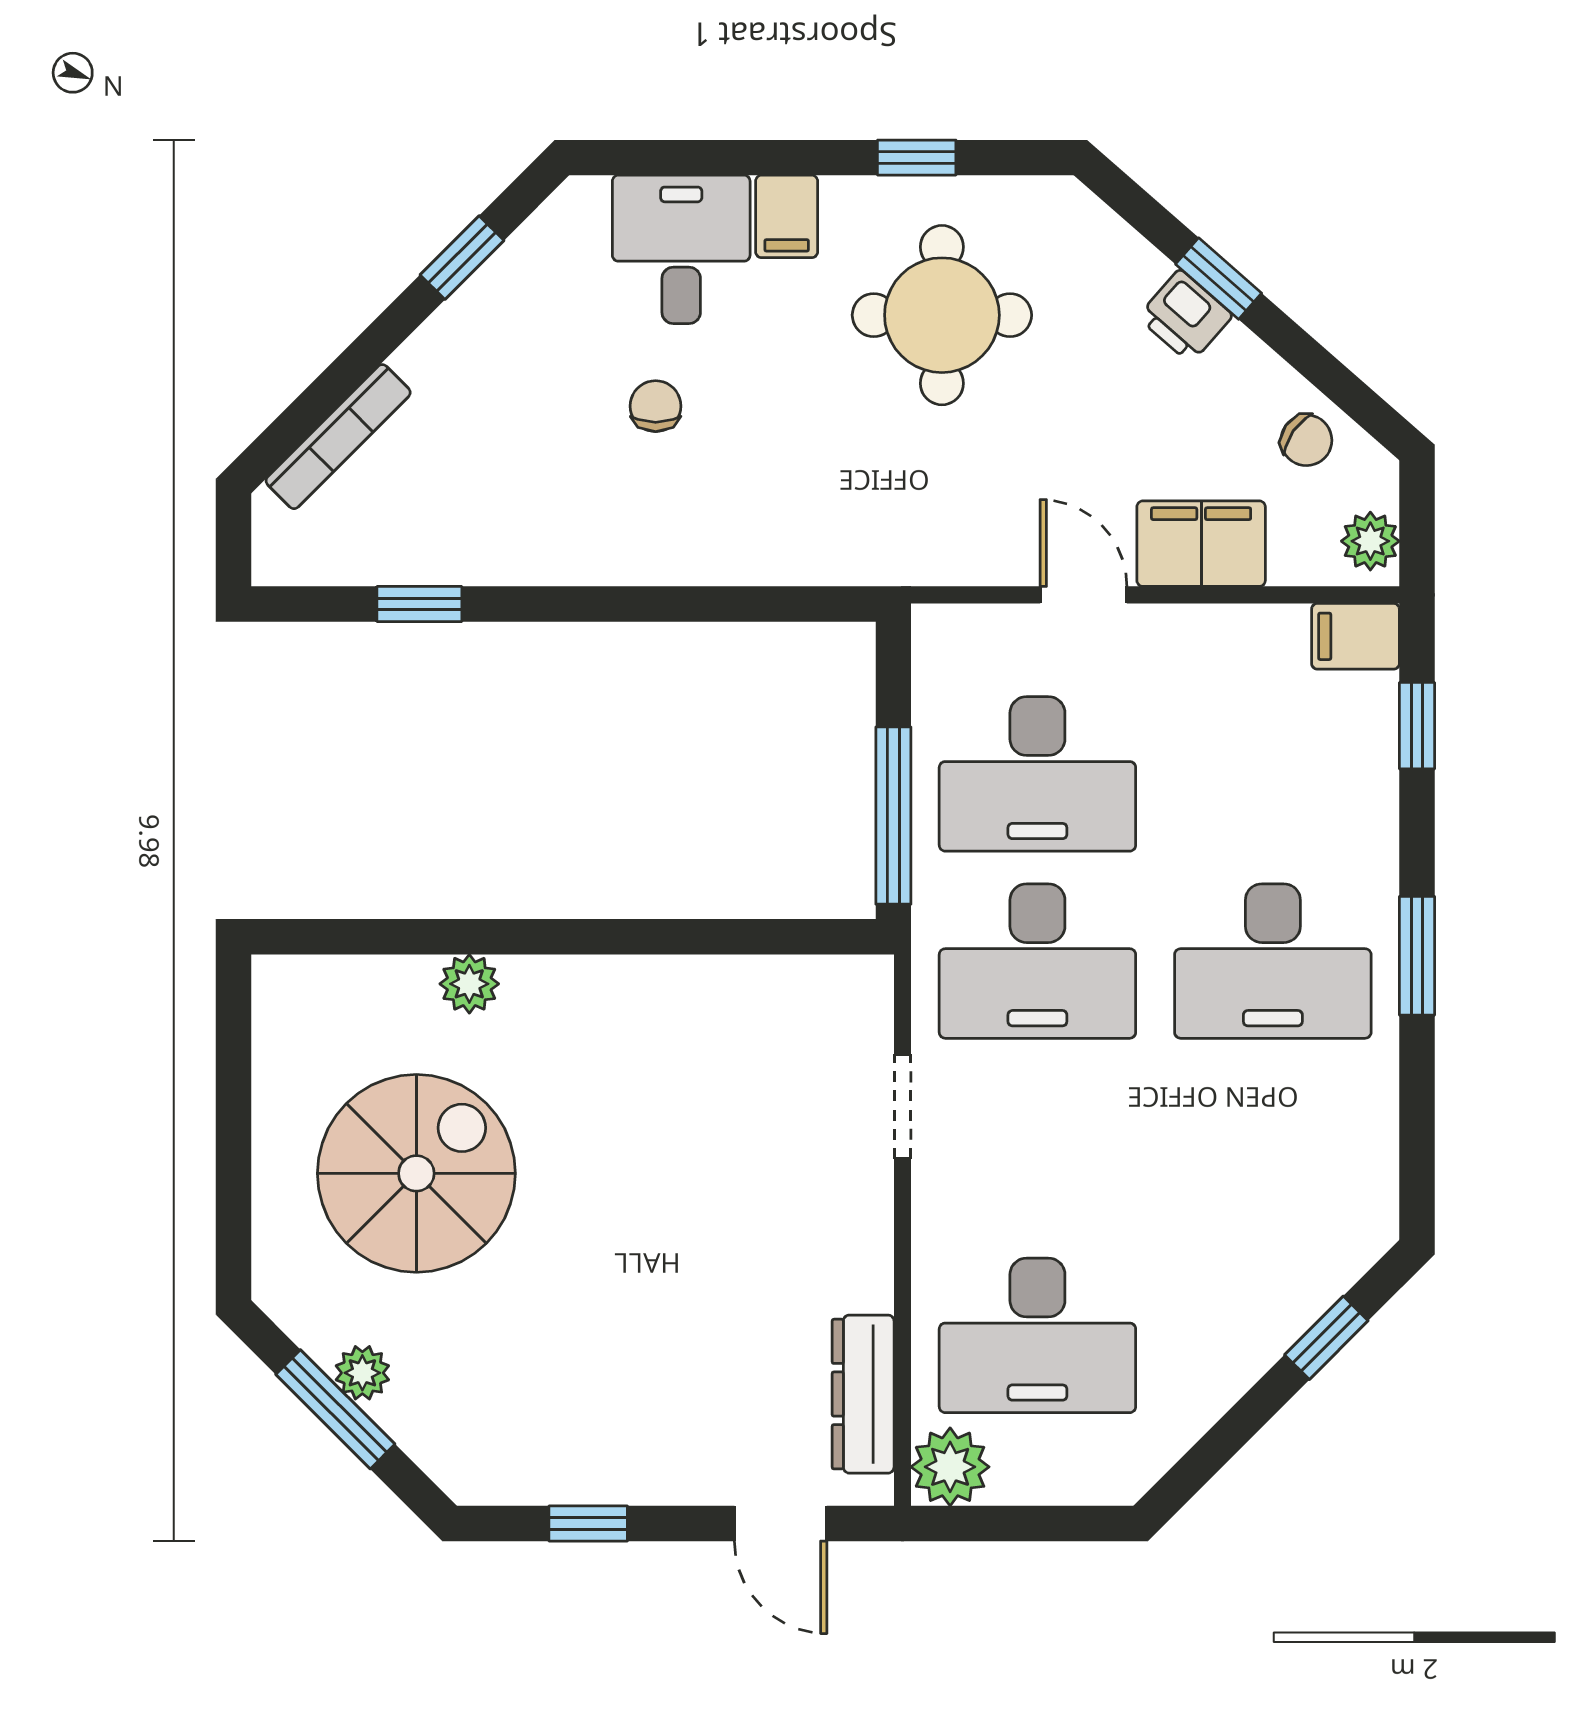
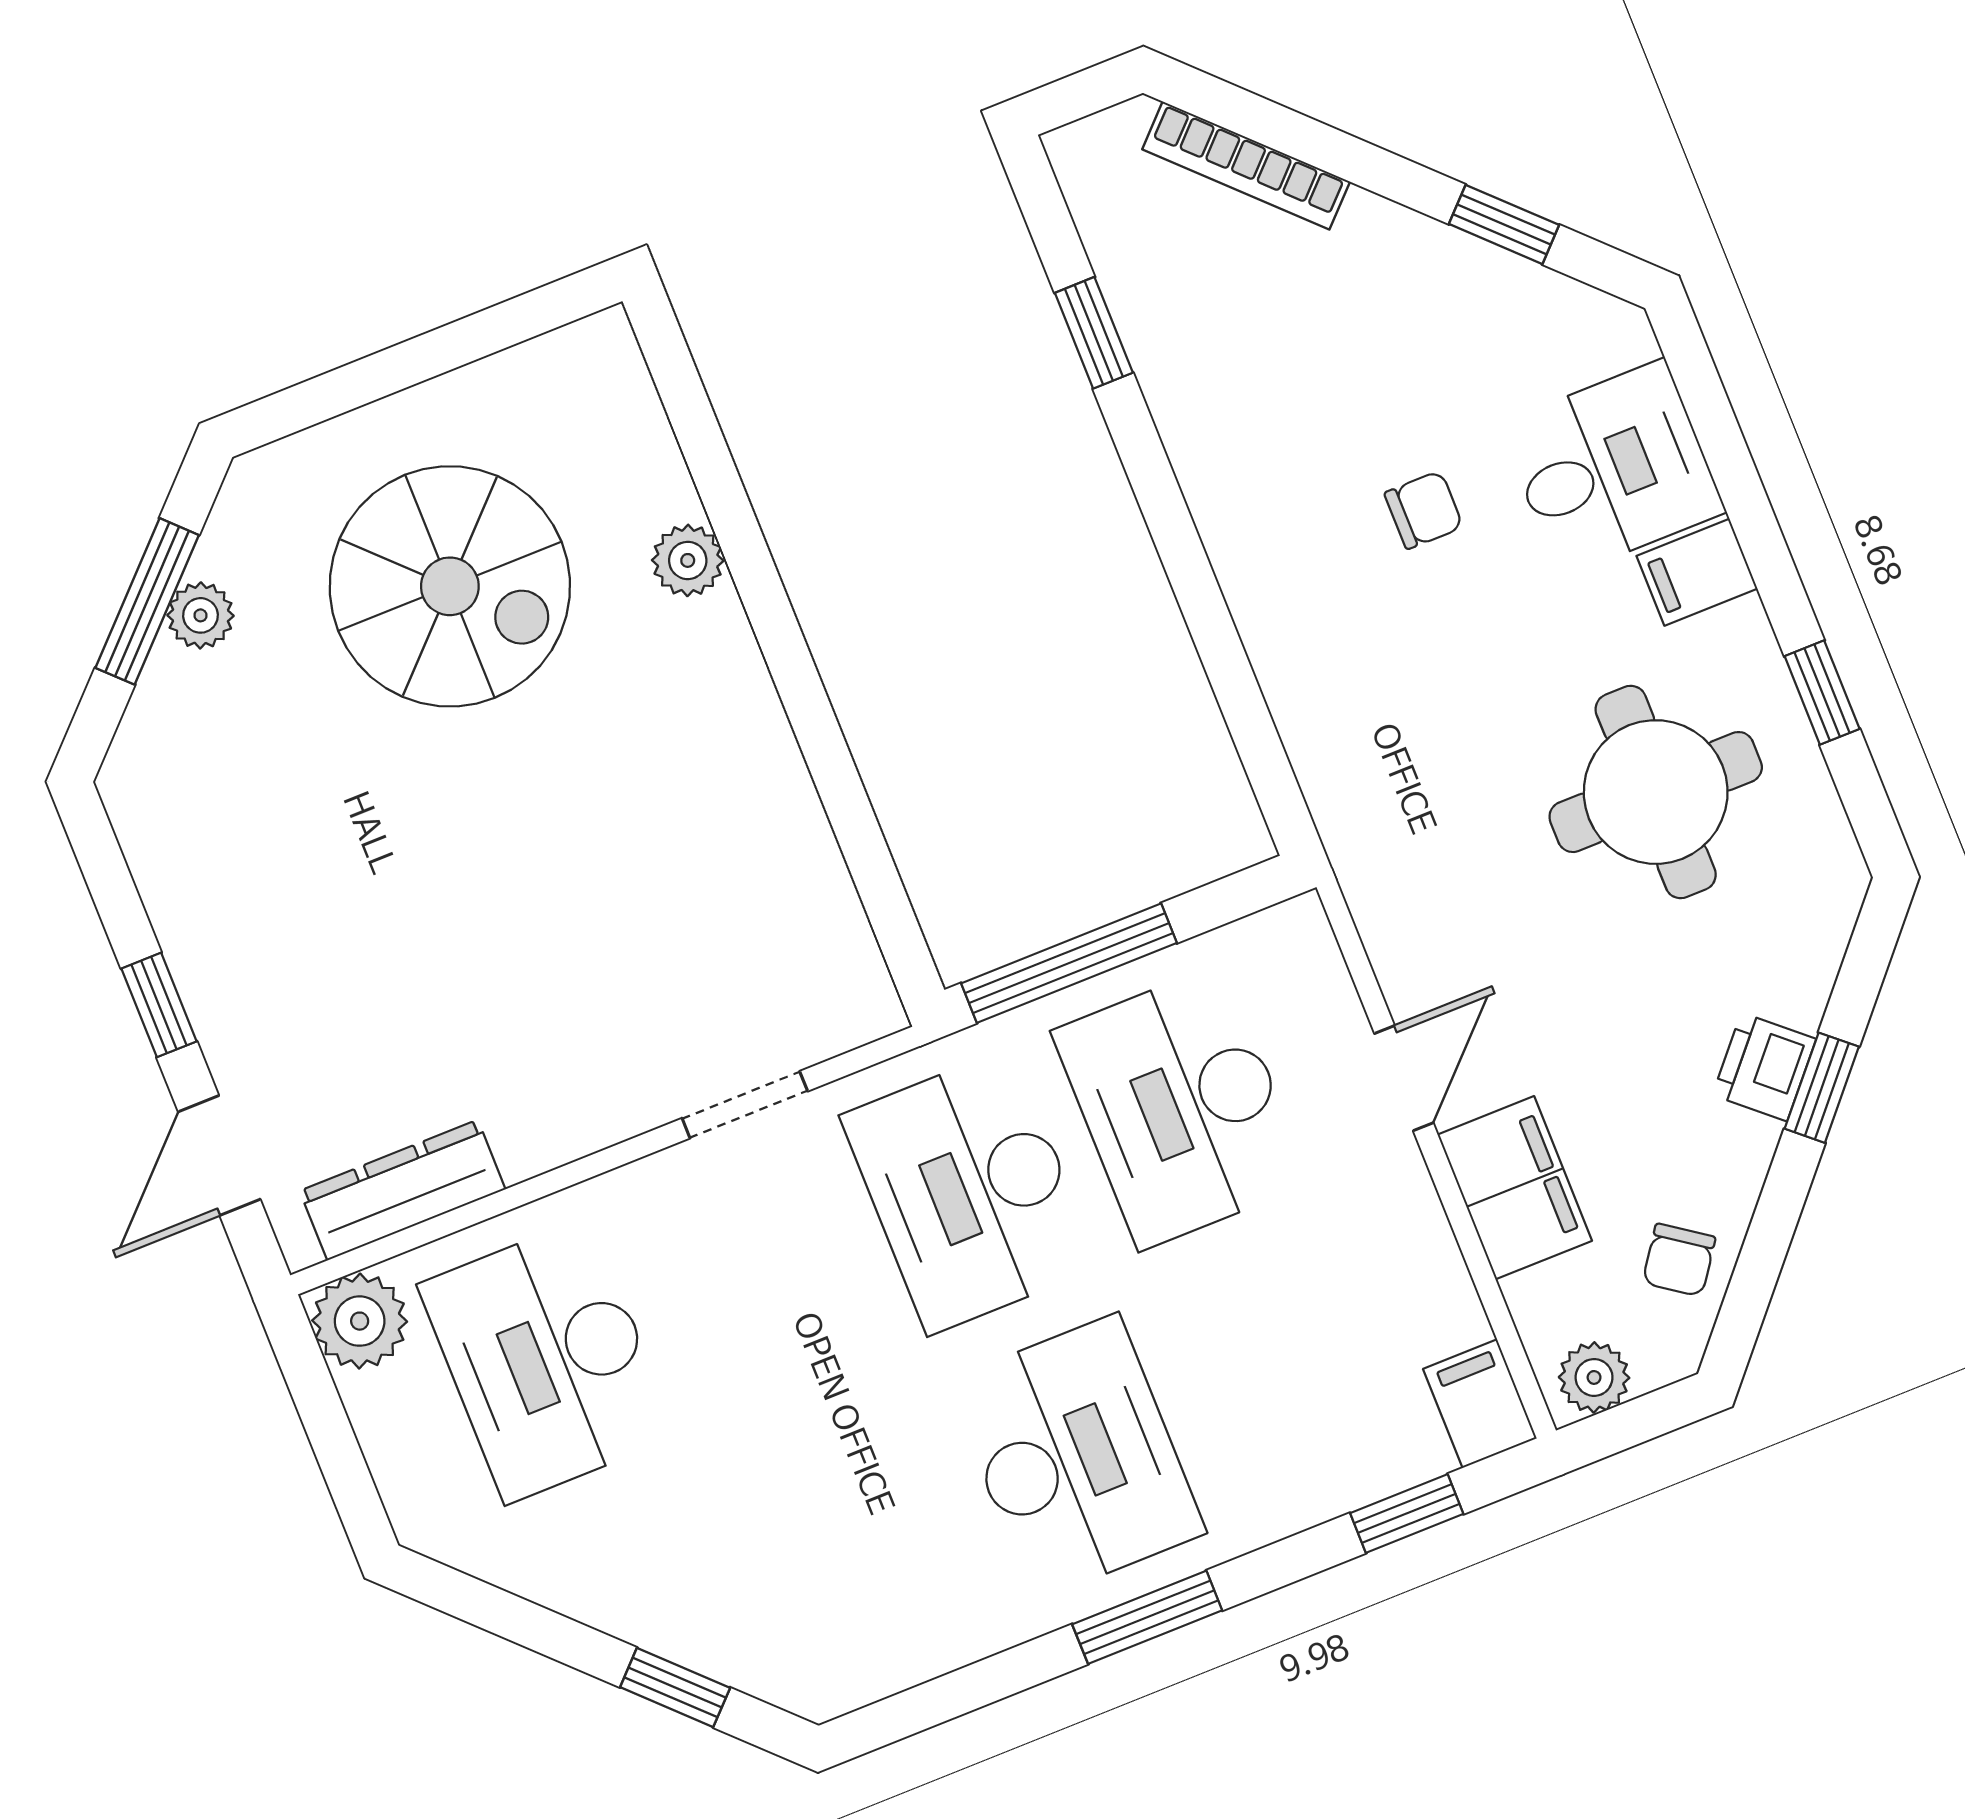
desk: (1273, 961) -> (1076, 1457), turned 180
window: (588, 1524) -> (159, 1005), moved

